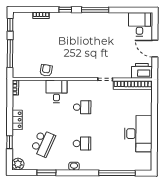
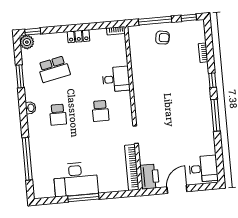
armchair: (46, 70) -> (162, 38), moved
window: (154, 129) -> (83, 198), added
window: (10, 142) -> (33, 32), moved
school desk: (43, 143) -> (54, 69), turned -36

